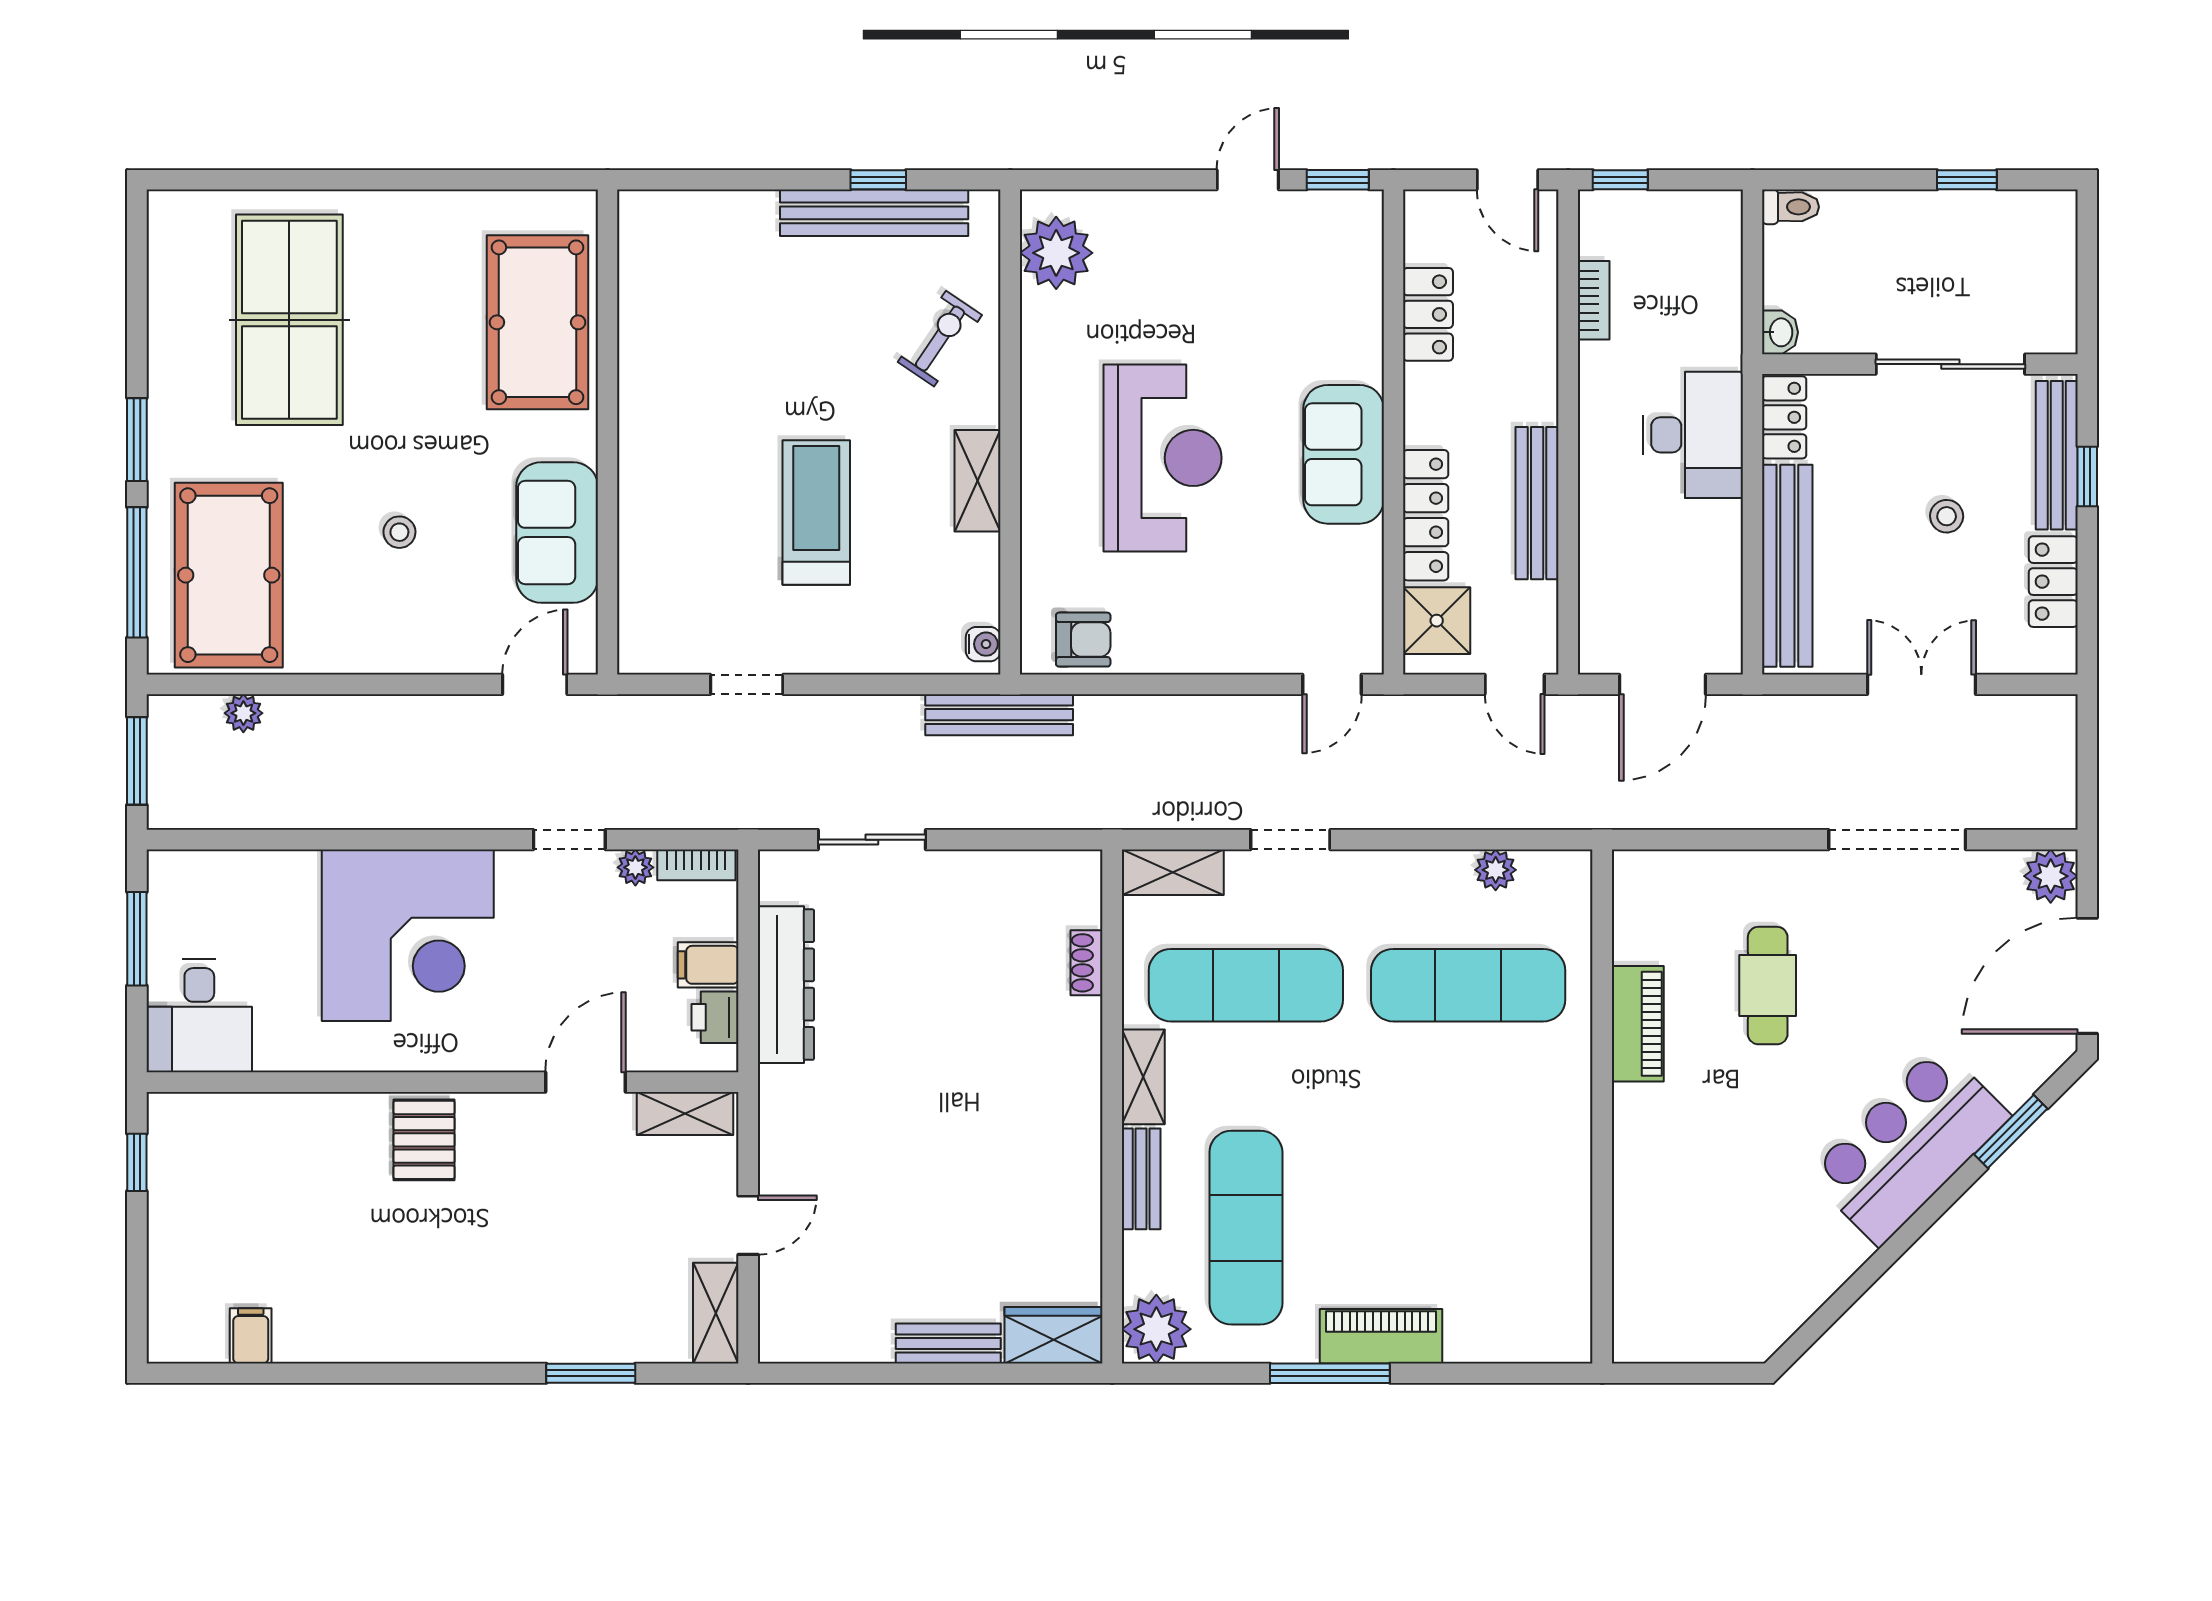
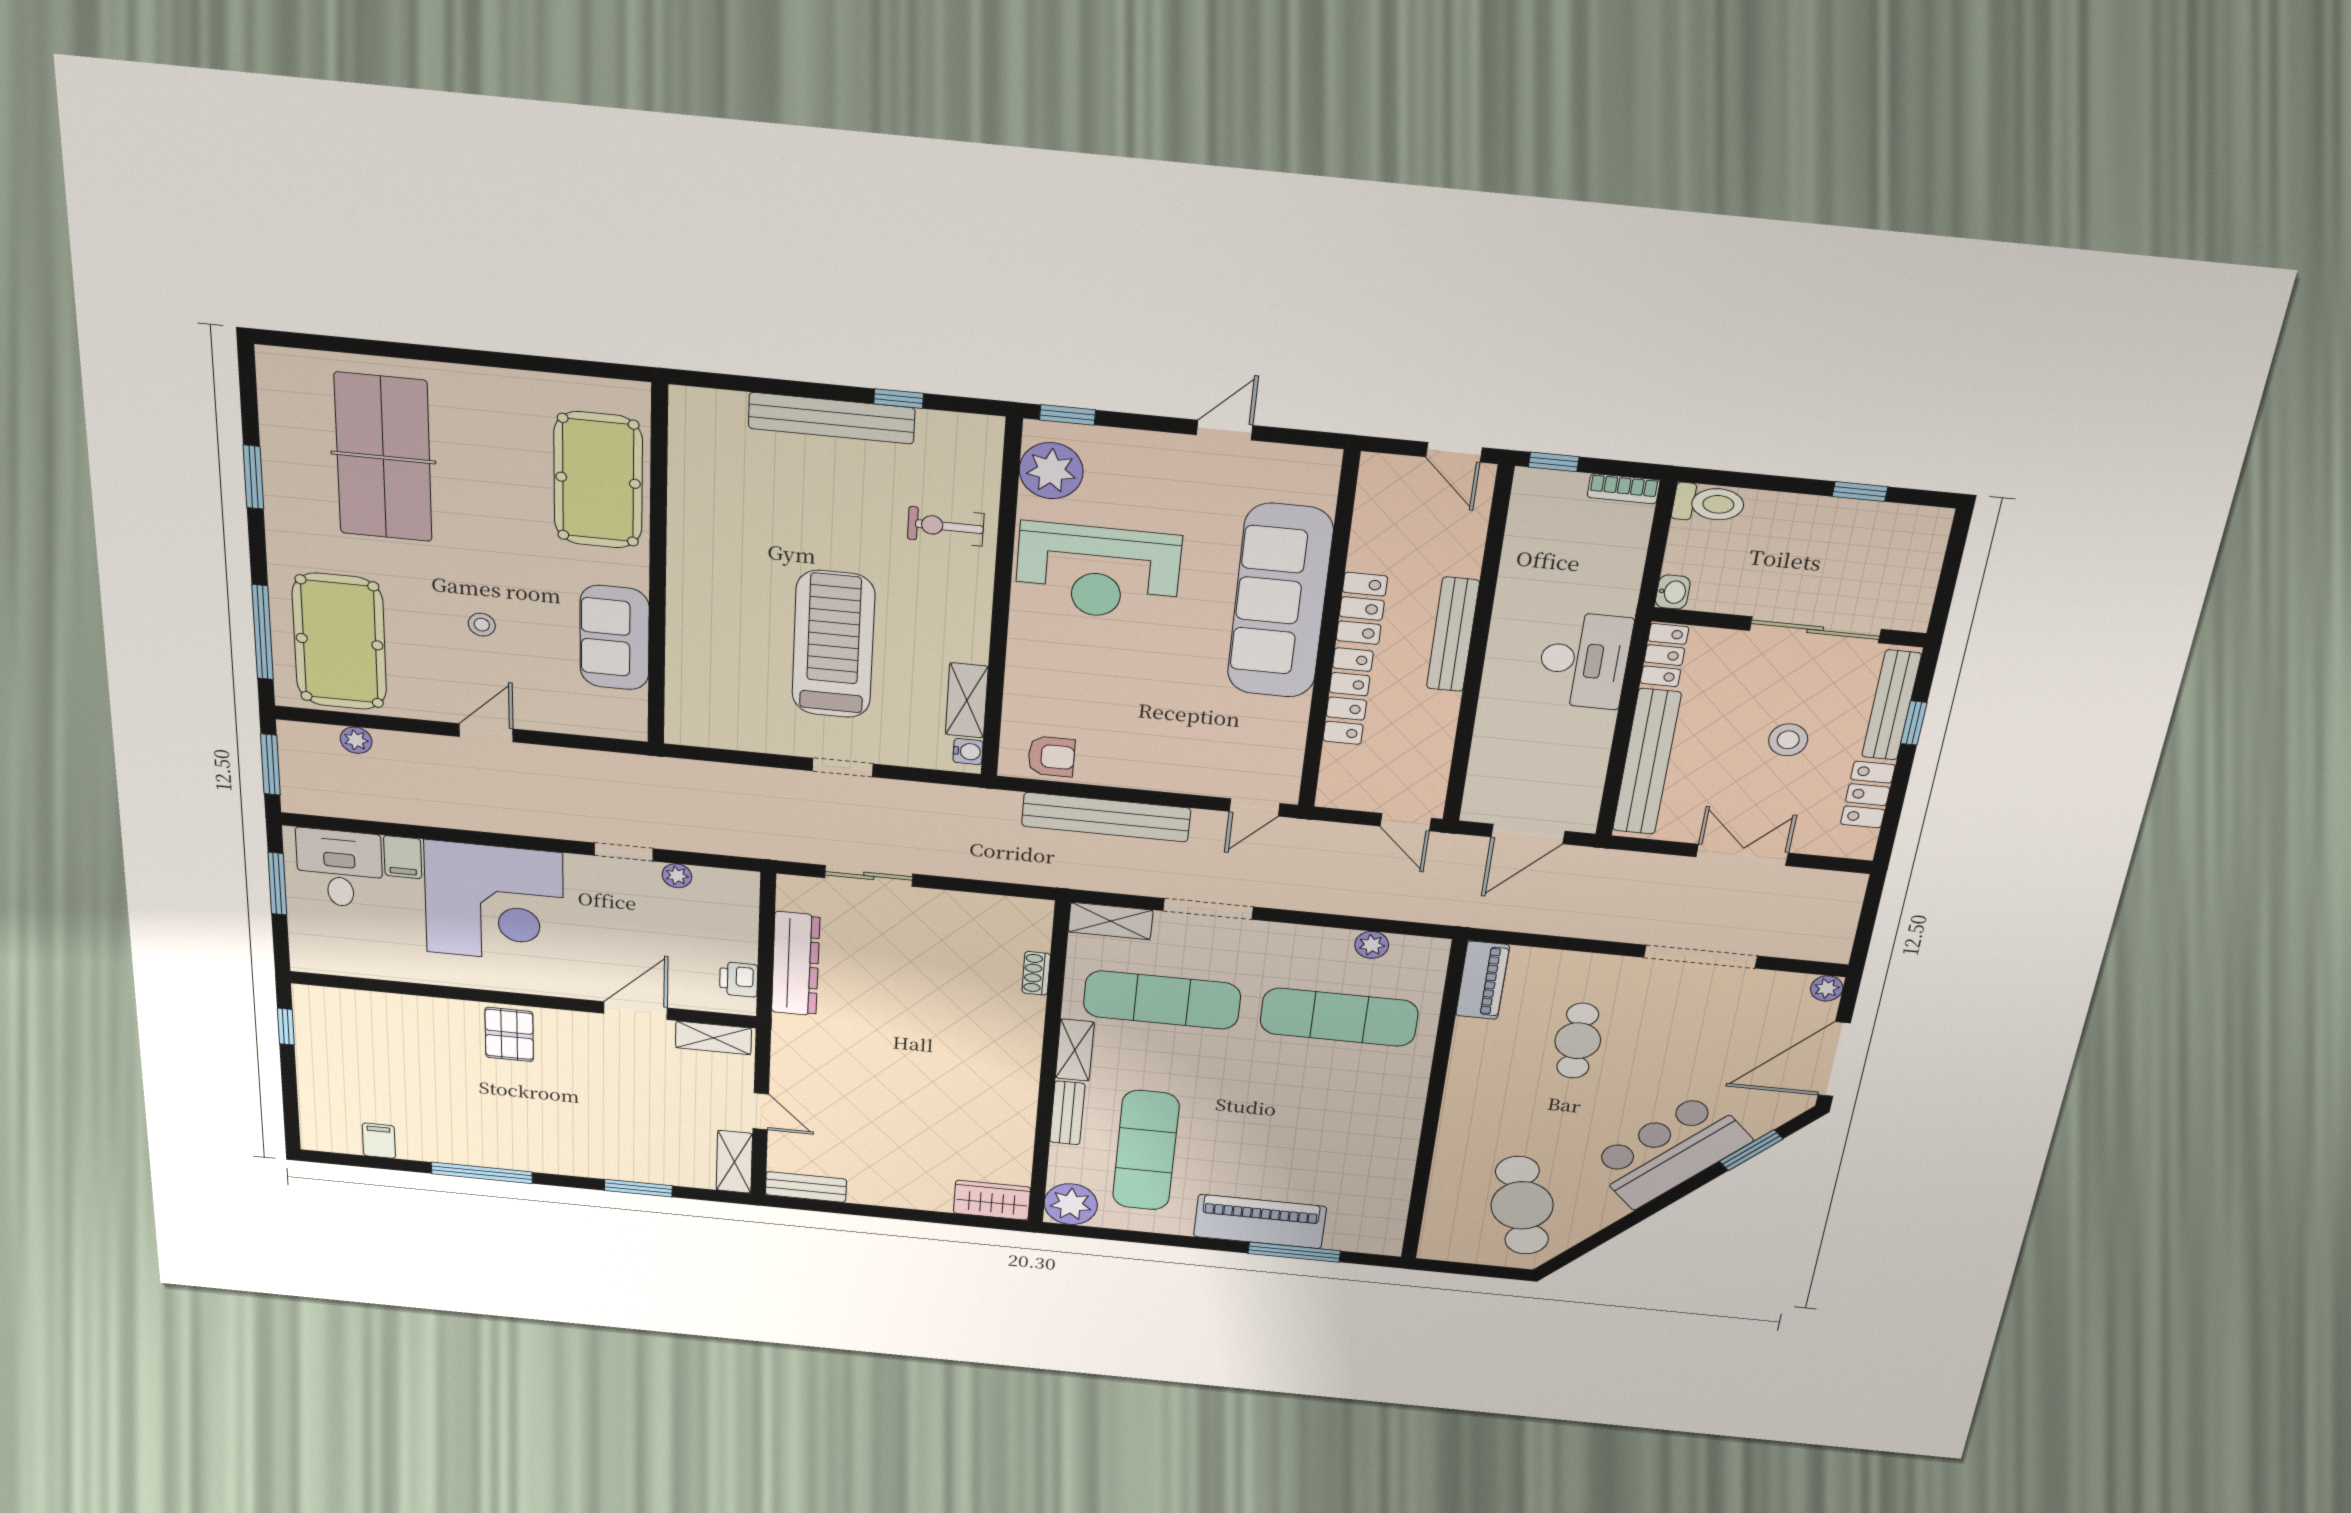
window: (1338, 180) -> (1068, 415), moved
toilet: (1791, 207) -> (1709, 503), width x1.37, depth x1.39
bench: (874, 213) -> (832, 418), moved
bookcase: (1594, 300) -> (1624, 489), moved, turned 90
locker: (1428, 314) -> (1362, 608), moved
exercise bike: (940, 339) -> (946, 526), turned -124
window: (137, 440) -> (253, 477), moved
sofa: (1344, 454) -> (1280, 601), width x1.85, depth x1.27
reception desk: (1163, 458) -> (1098, 572), moved, turned 90
shelving: (978, 481) -> (967, 700), moved
bench: (1537, 503) -> (1453, 635), moved
treadmill: (816, 513) -> (833, 645), width x1.37, depth x1.38
stool: (1947, 516) -> (1788, 740), width x1.37, depth x1.37
shower: (1437, 621) -> (1347, 772), removed
door: (535, 684) -> (486, 733), moved
doorway: (747, 684) -> (843, 767), moved
bench: (999, 715) -> (1106, 817), moved, width x1.37, depth x1.21
doorway: (1290, 840) -> (1208, 909), width x1.38
bookcase: (696, 865) -> (726, 879), removed
plant: (2051, 876) -> (1827, 988), width x0.73, depth x0.73
filing cabinet: (708, 965) -> (403, 857), moved, turned -90
desk: (199, 1016) -> (340, 868), moved, turned 180
piano: (1638, 1024) -> (1483, 980), moved
door: (748, 1225) -> (761, 1111), hinge flipped
cafe table: (1736, 1258) -> (1522, 1205), added
piano: (1381, 1336) -> (1260, 1222), width x1.37, depth x1.33
bench: (948, 1344) -> (806, 1187), moved
window: (385, 1373) -> (482, 1173), added
window: (1330, 1373) -> (1294, 1252), moved

